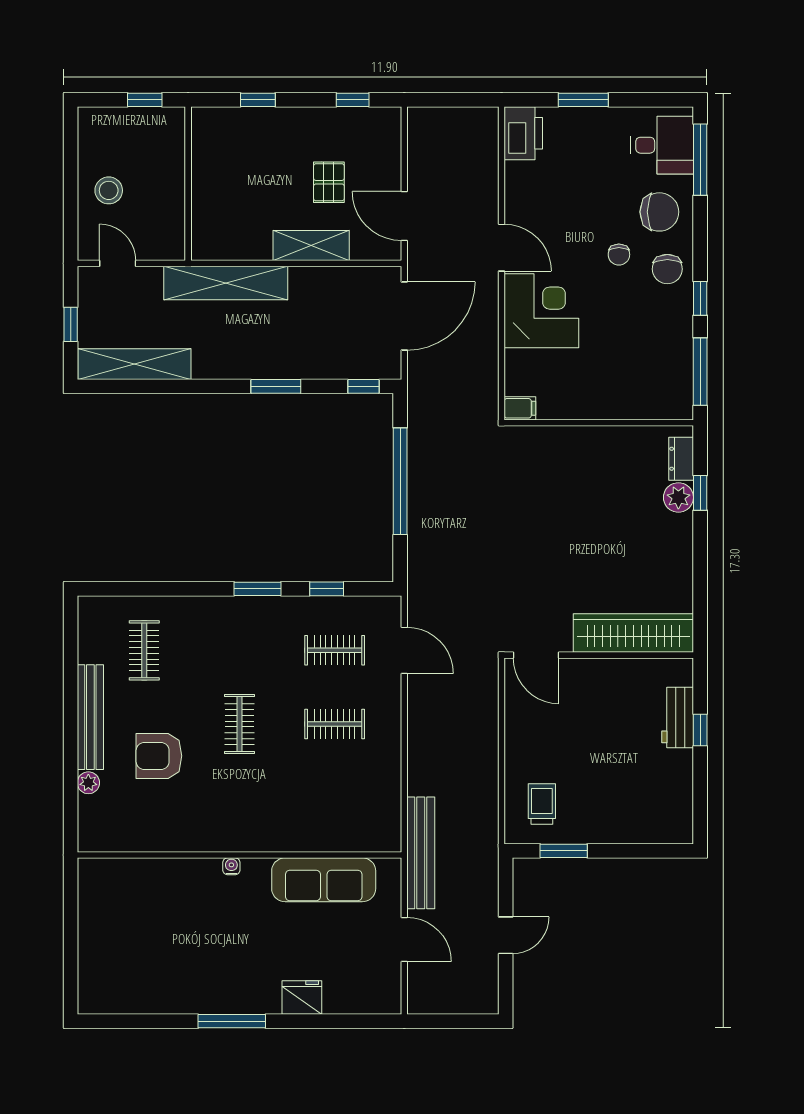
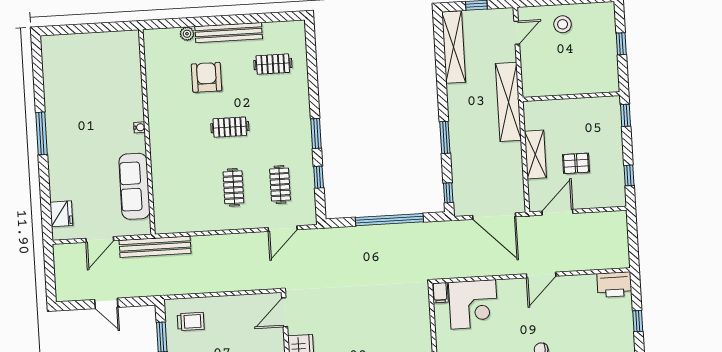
window: (583, 100) -> (638, 321), width x0.67
wall: (188, 184) -> (571, 97), moved
corner desk: (541, 311) -> (473, 304), moved
fridge: (302, 998) -> (61, 214), moved

